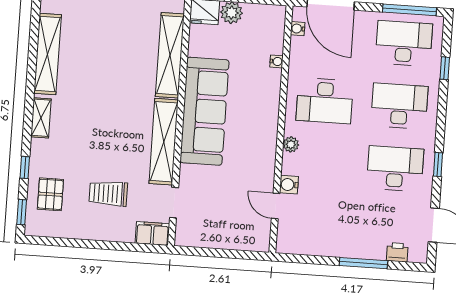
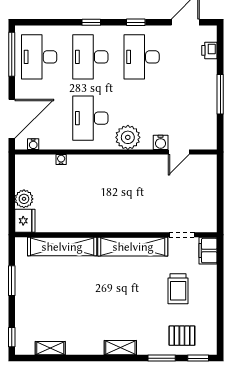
shelving: (48, 54) -> (50, 348), width x0.45, depth x0.75
window: (445, 68) -> (91, 22), moved
desk: (325, 101) -> (90, 118), turned 180
sofa: (204, 111) -> (106, 215), removed
plant: (291, 144) -> (128, 137), width x1.88, depth x1.88
window: (25, 167) -> (162, 358), width x1.50
window: (363, 263) -> (220, 94), moved

